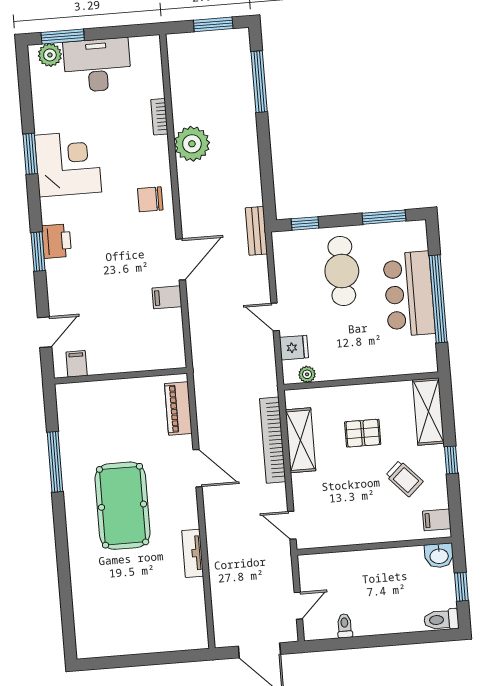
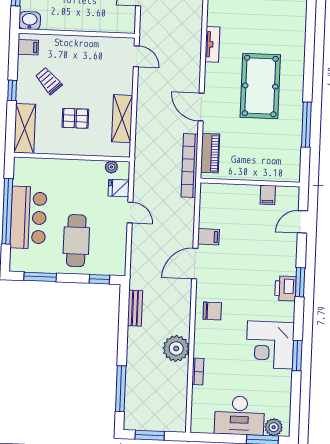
bench: (256, 231) -> (135, 308), moved
filing cabinet: (77, 364) -> (268, 195), moved
bookcase: (273, 440) -> (190, 166), moved, turned 180

